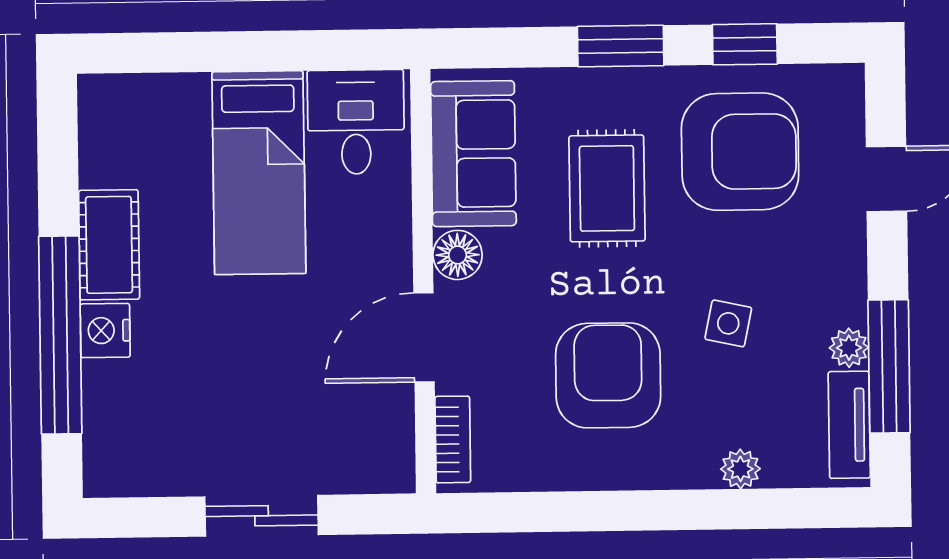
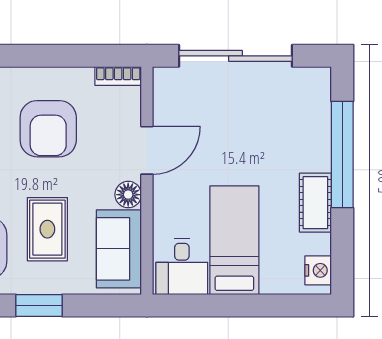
nightstand: (105, 331) -> (318, 270), moved
bookcase: (453, 439) -> (118, 76), moved, turned -90
sliding door: (262, 516) -> (235, 56), width x1.86

